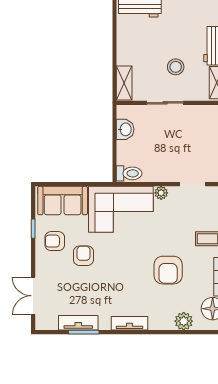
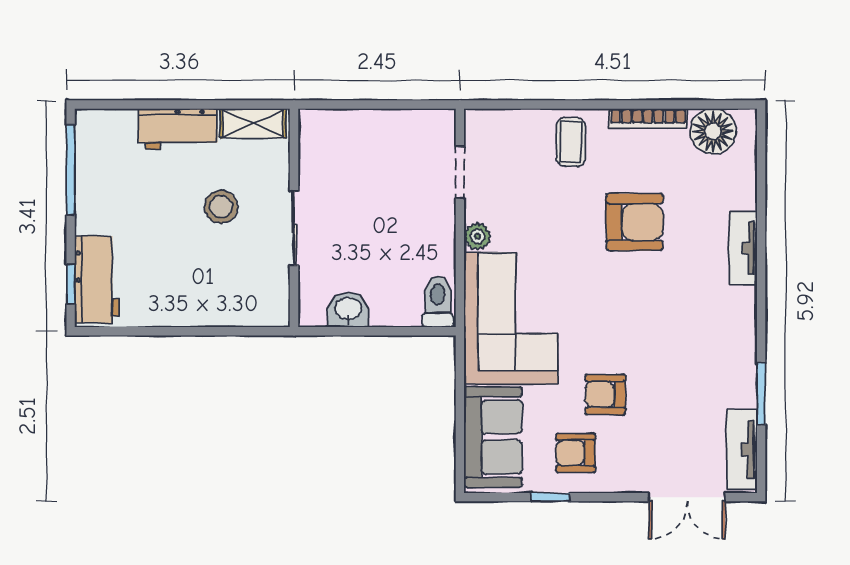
shelving: (124, 83) -> (254, 312), removed
armchair: (55, 241) -> (576, 453), turned 90
plant: (184, 321) -> (739, 190), removed
tv unit: (78, 323) -> (742, 449), moved
tv unit: (130, 323) -> (743, 248), moved

